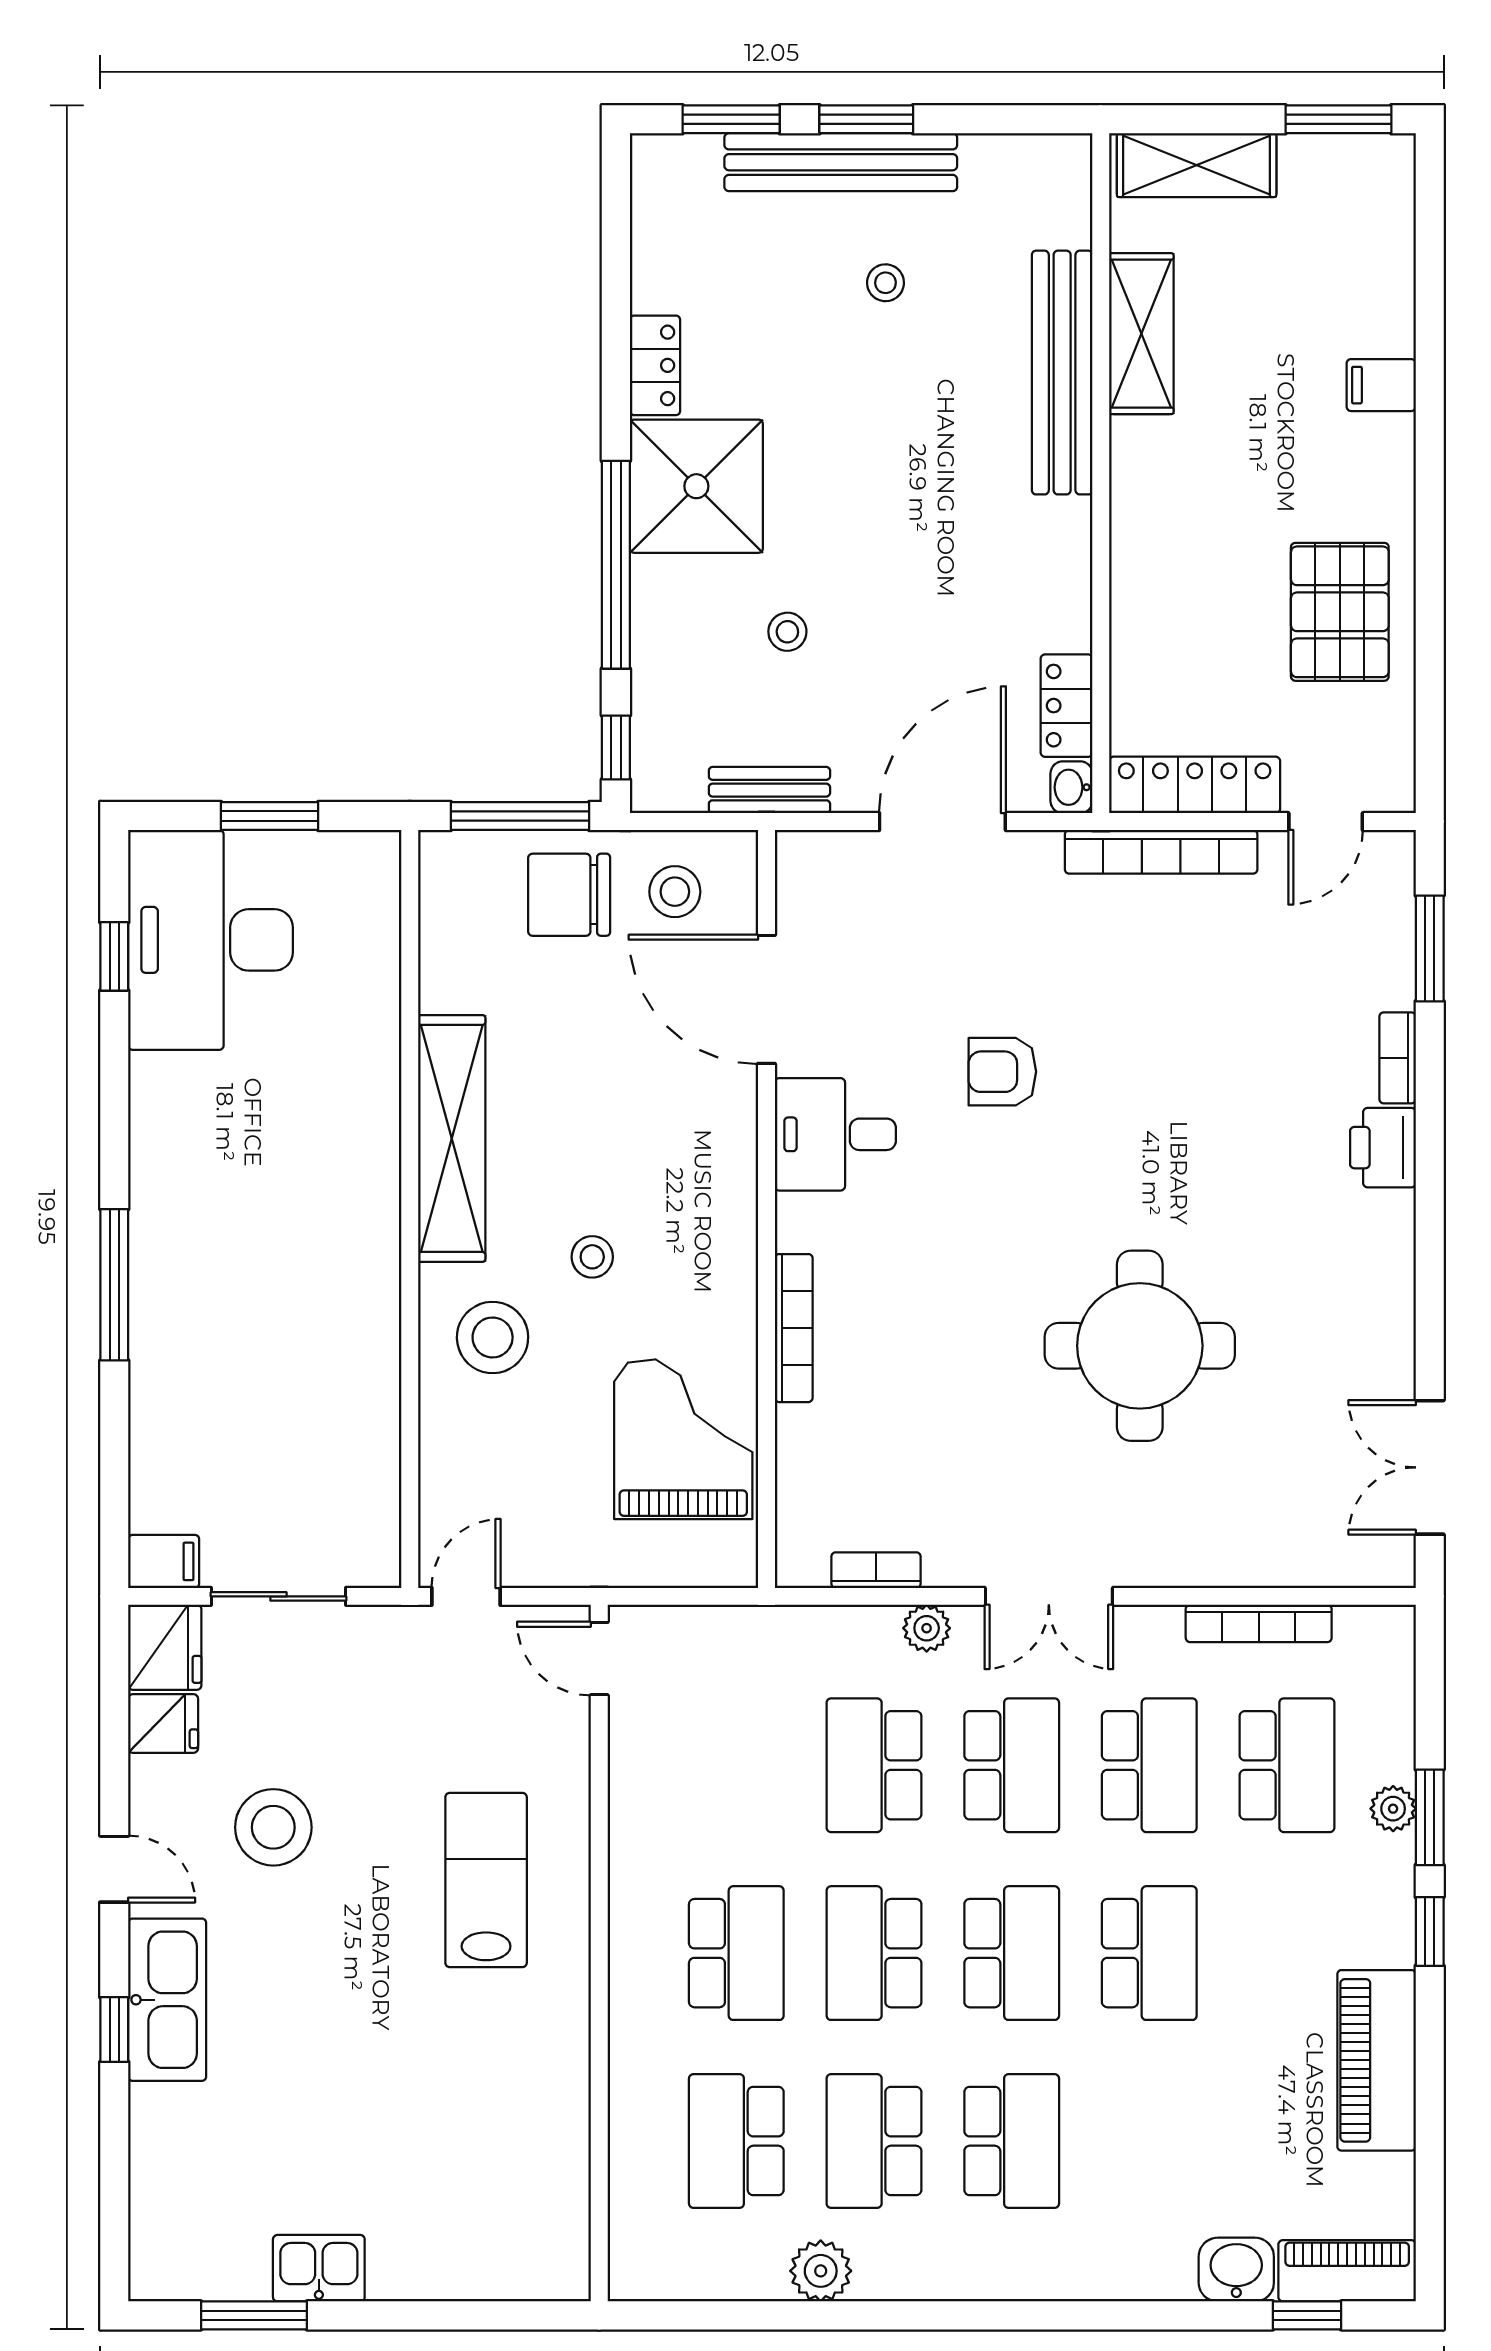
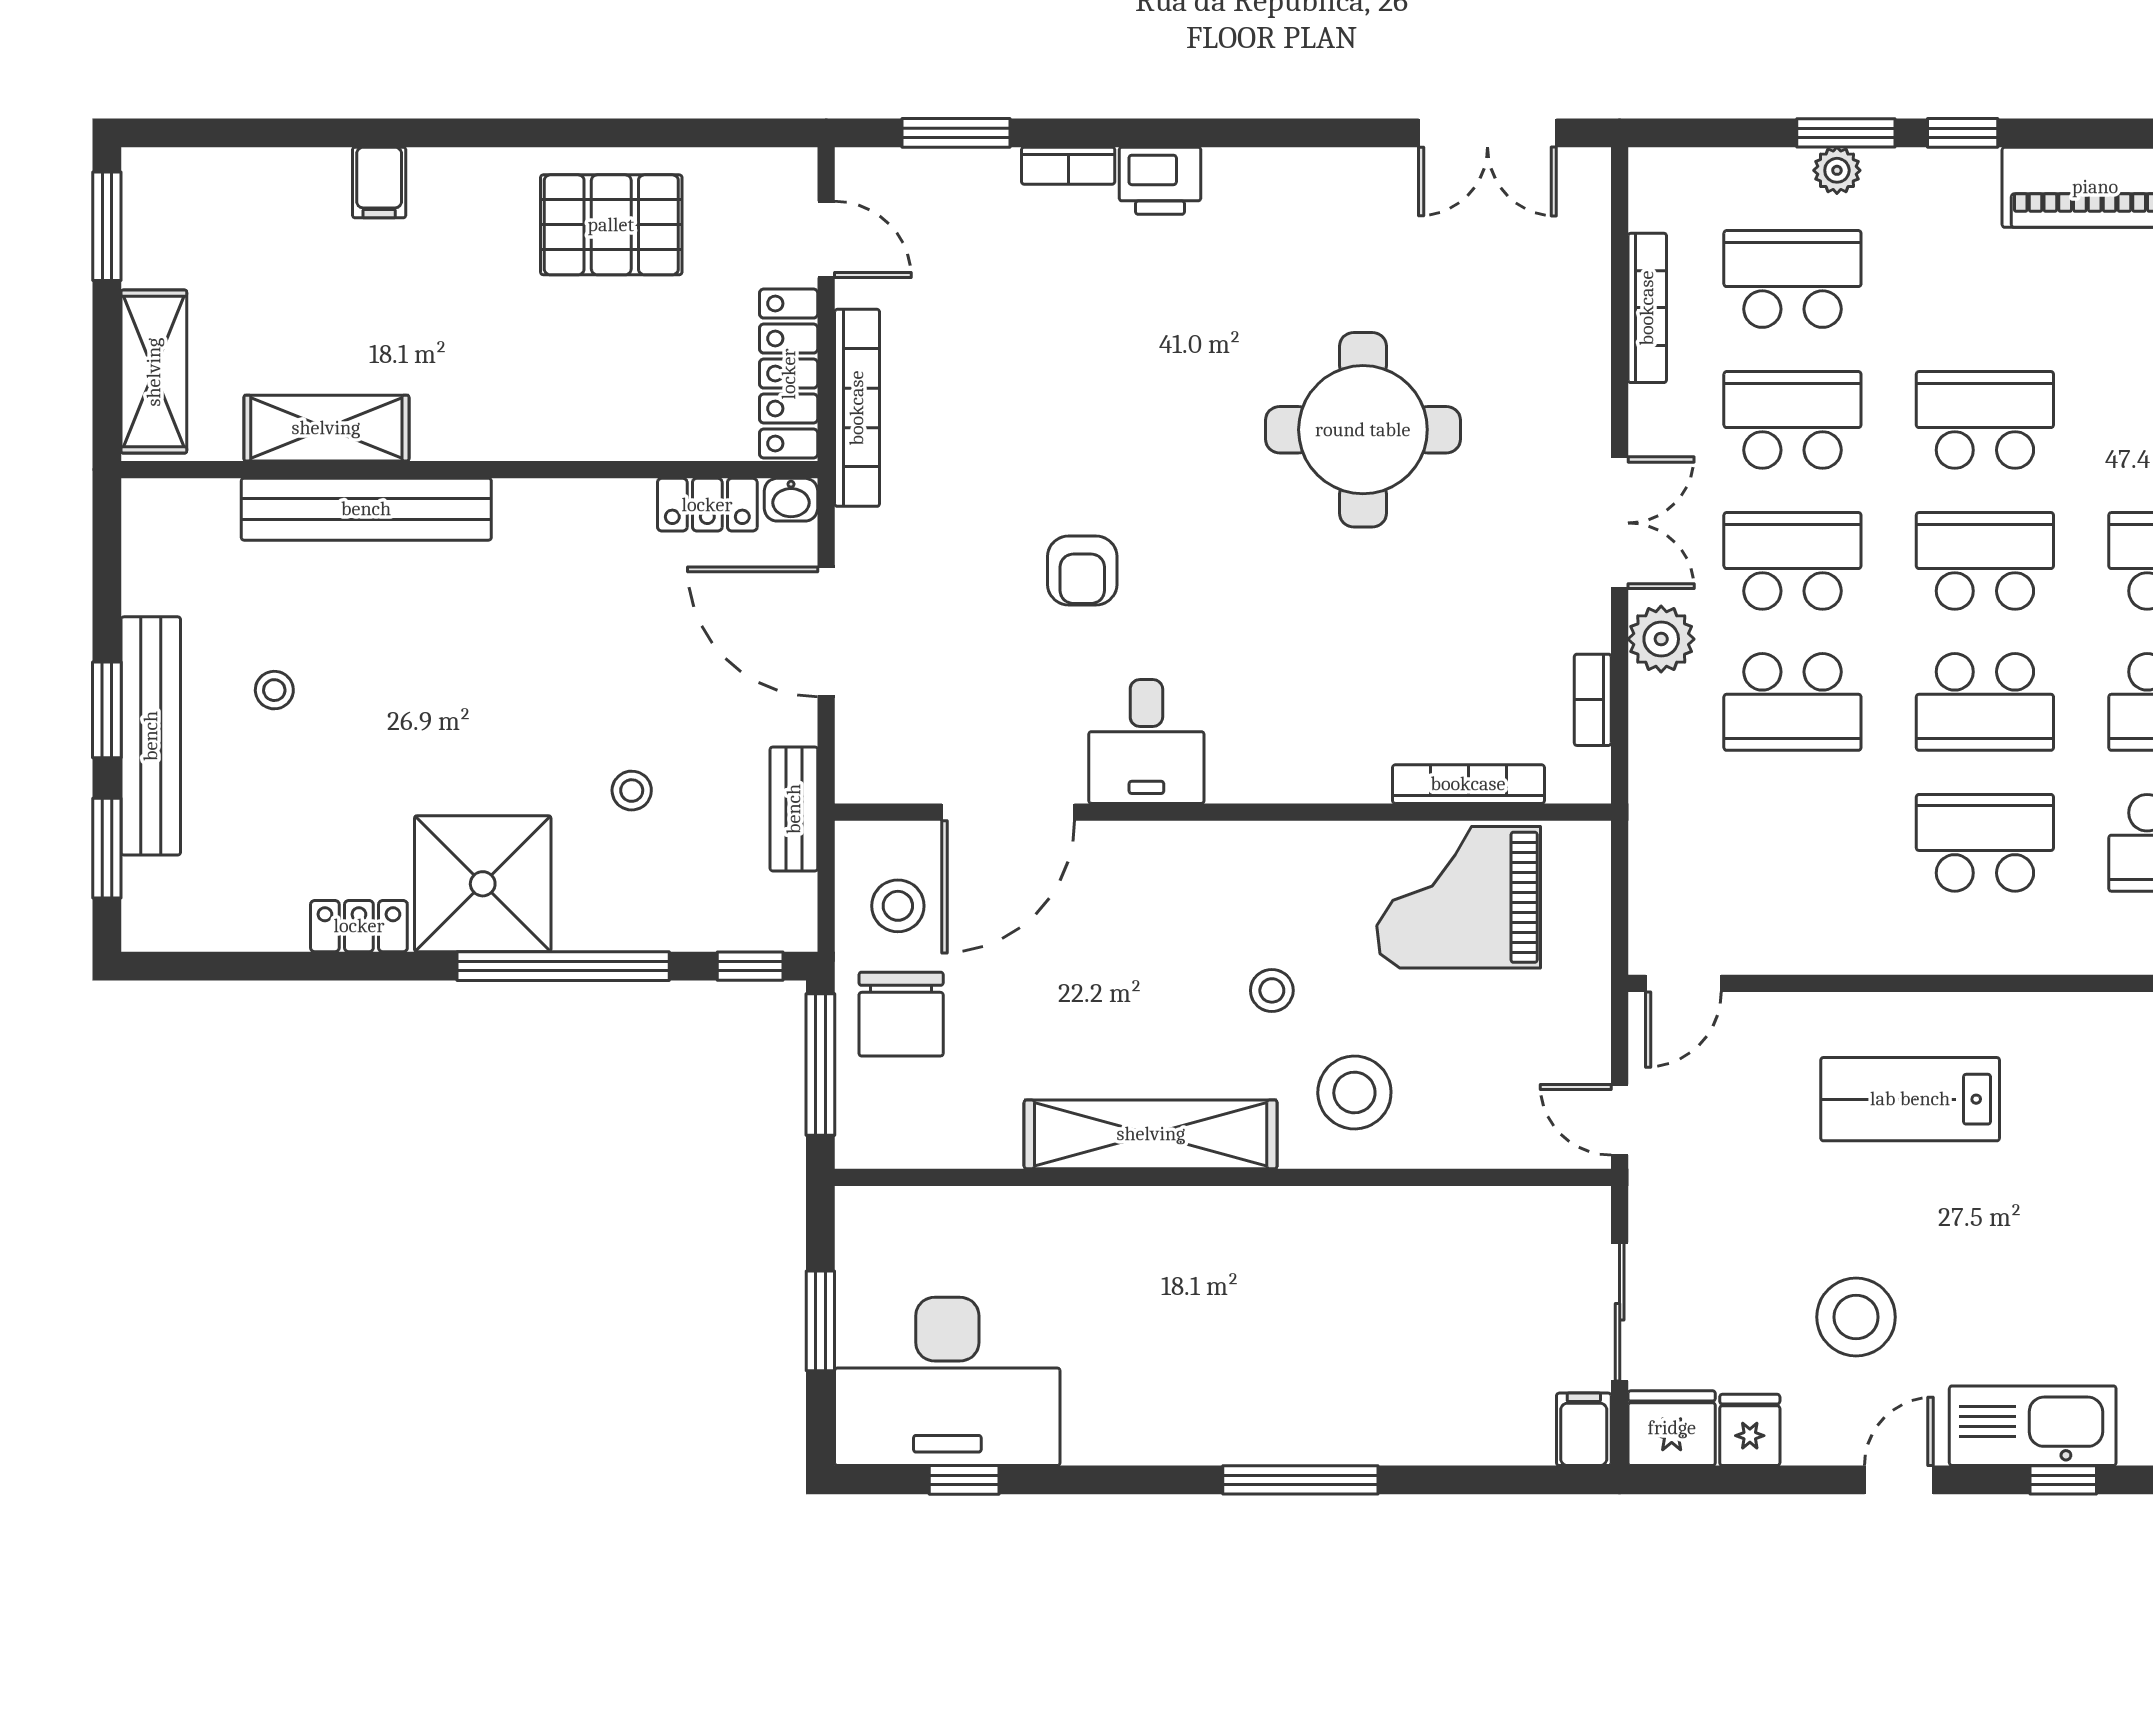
bookcase: (794, 1328) -> (1468, 784), moved
plant: (927, 1628) -> (1661, 639), width x1.38, depth x1.38

